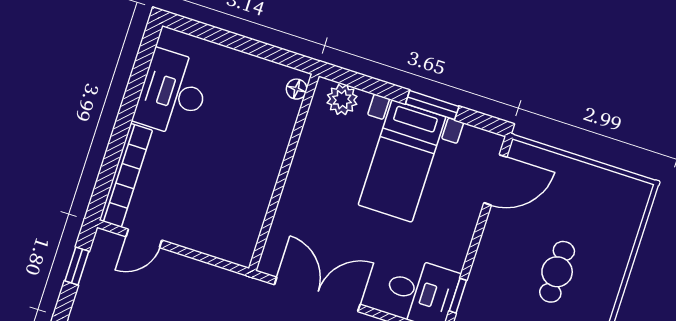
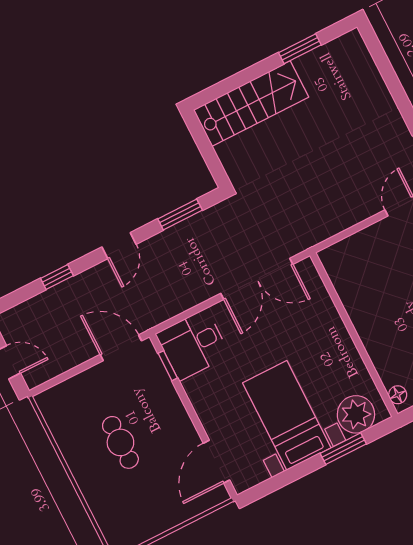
plant: (342, 100) -> (356, 414), width x1.36, depth x1.36
window: (432, 105) -> (343, 449), moved

